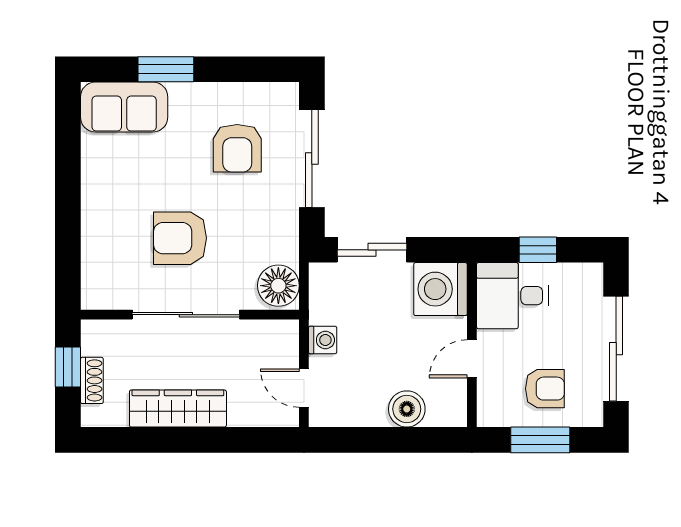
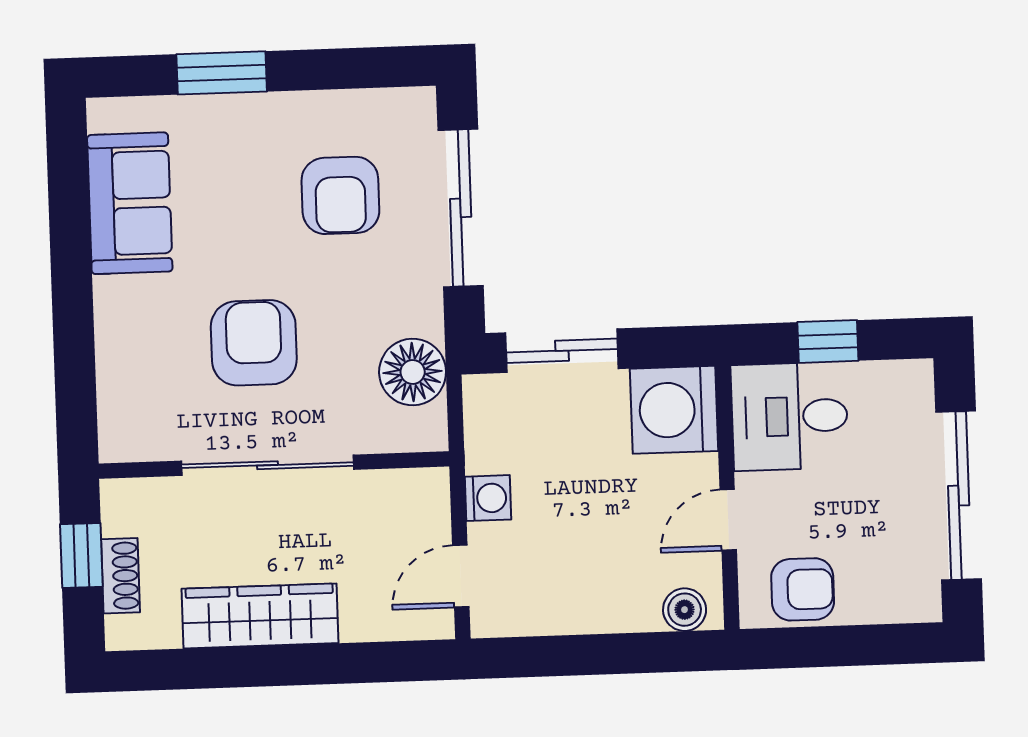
sofa: (124, 107) -> (130, 203), moved, turned -90
armchair: (180, 238) -> (254, 343), turned 90
floor lamp: (278, 286) -> (413, 372), moved
door: (304, 388) -> (461, 576), hinge flipped
armchair: (545, 389) -> (803, 589), moved
boiler: (407, 409) -> (685, 610), moved, width x0.73, depth x0.73
window: (540, 440) -> (842, 646), removed

